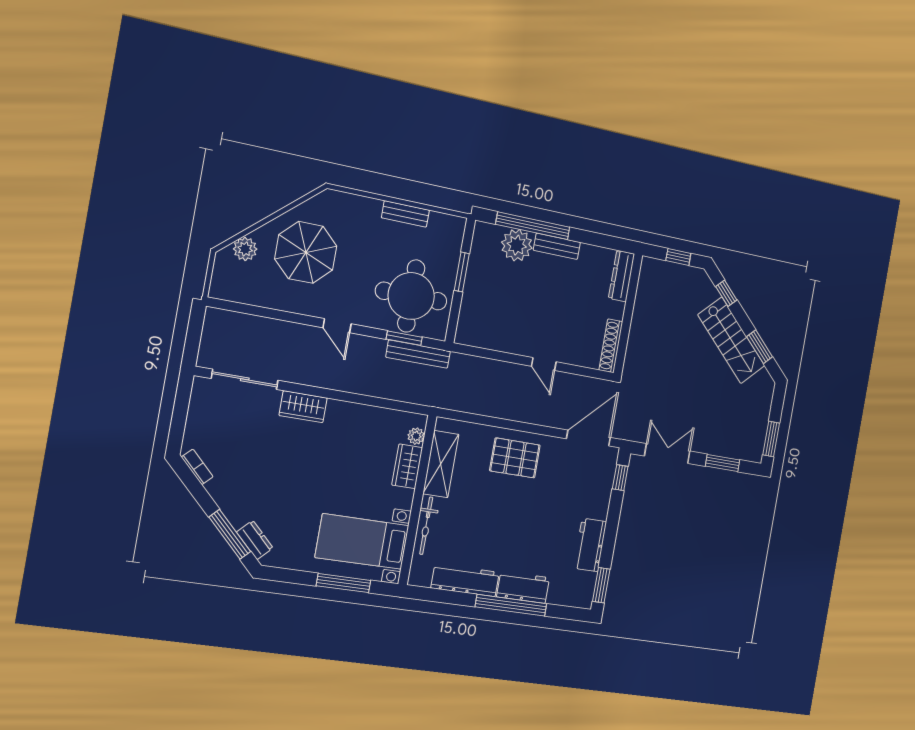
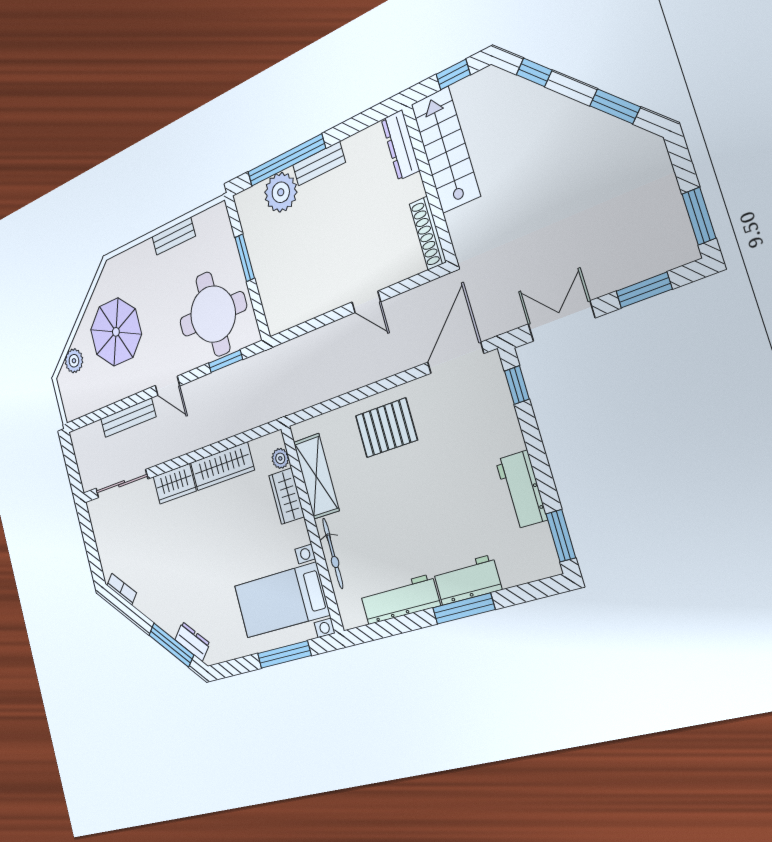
stairs: (731, 340) -> (445, 150), moved, turned -135
bench: (418, 354) -> (128, 418), moved
wardrobe: (359, 416) -> (222, 466), added
window: (511, 605) -> (464, 609), width x0.68

